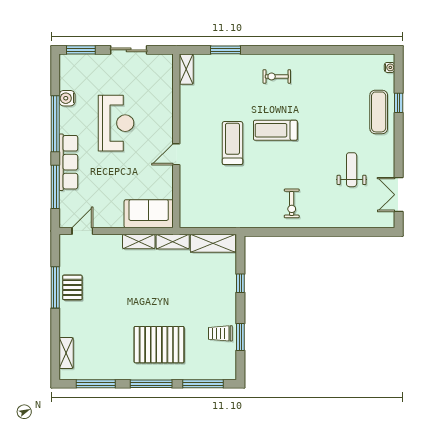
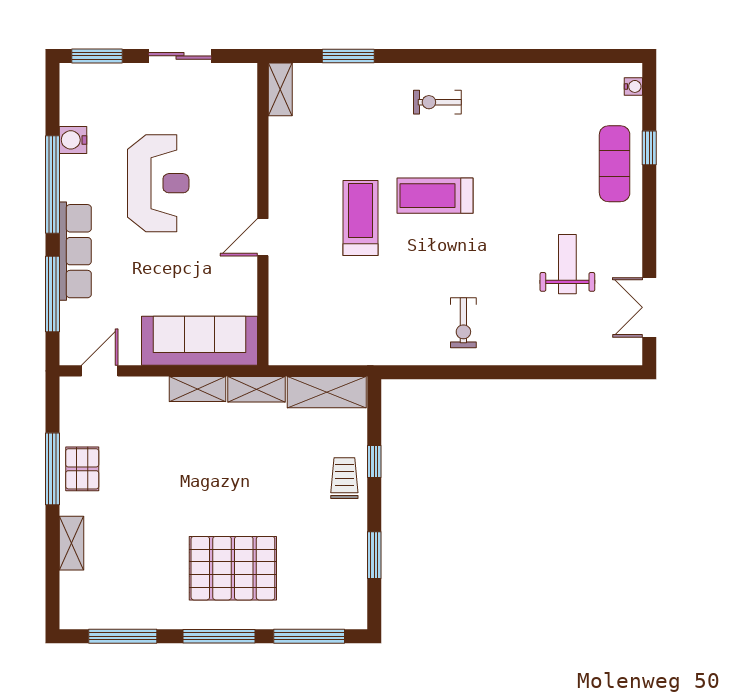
sofa: (149, 214) -> (200, 341), width x1.36
trolley: (220, 333) -> (344, 478), moved, turned 90
shelving: (66, 353) -> (71, 543), moved

